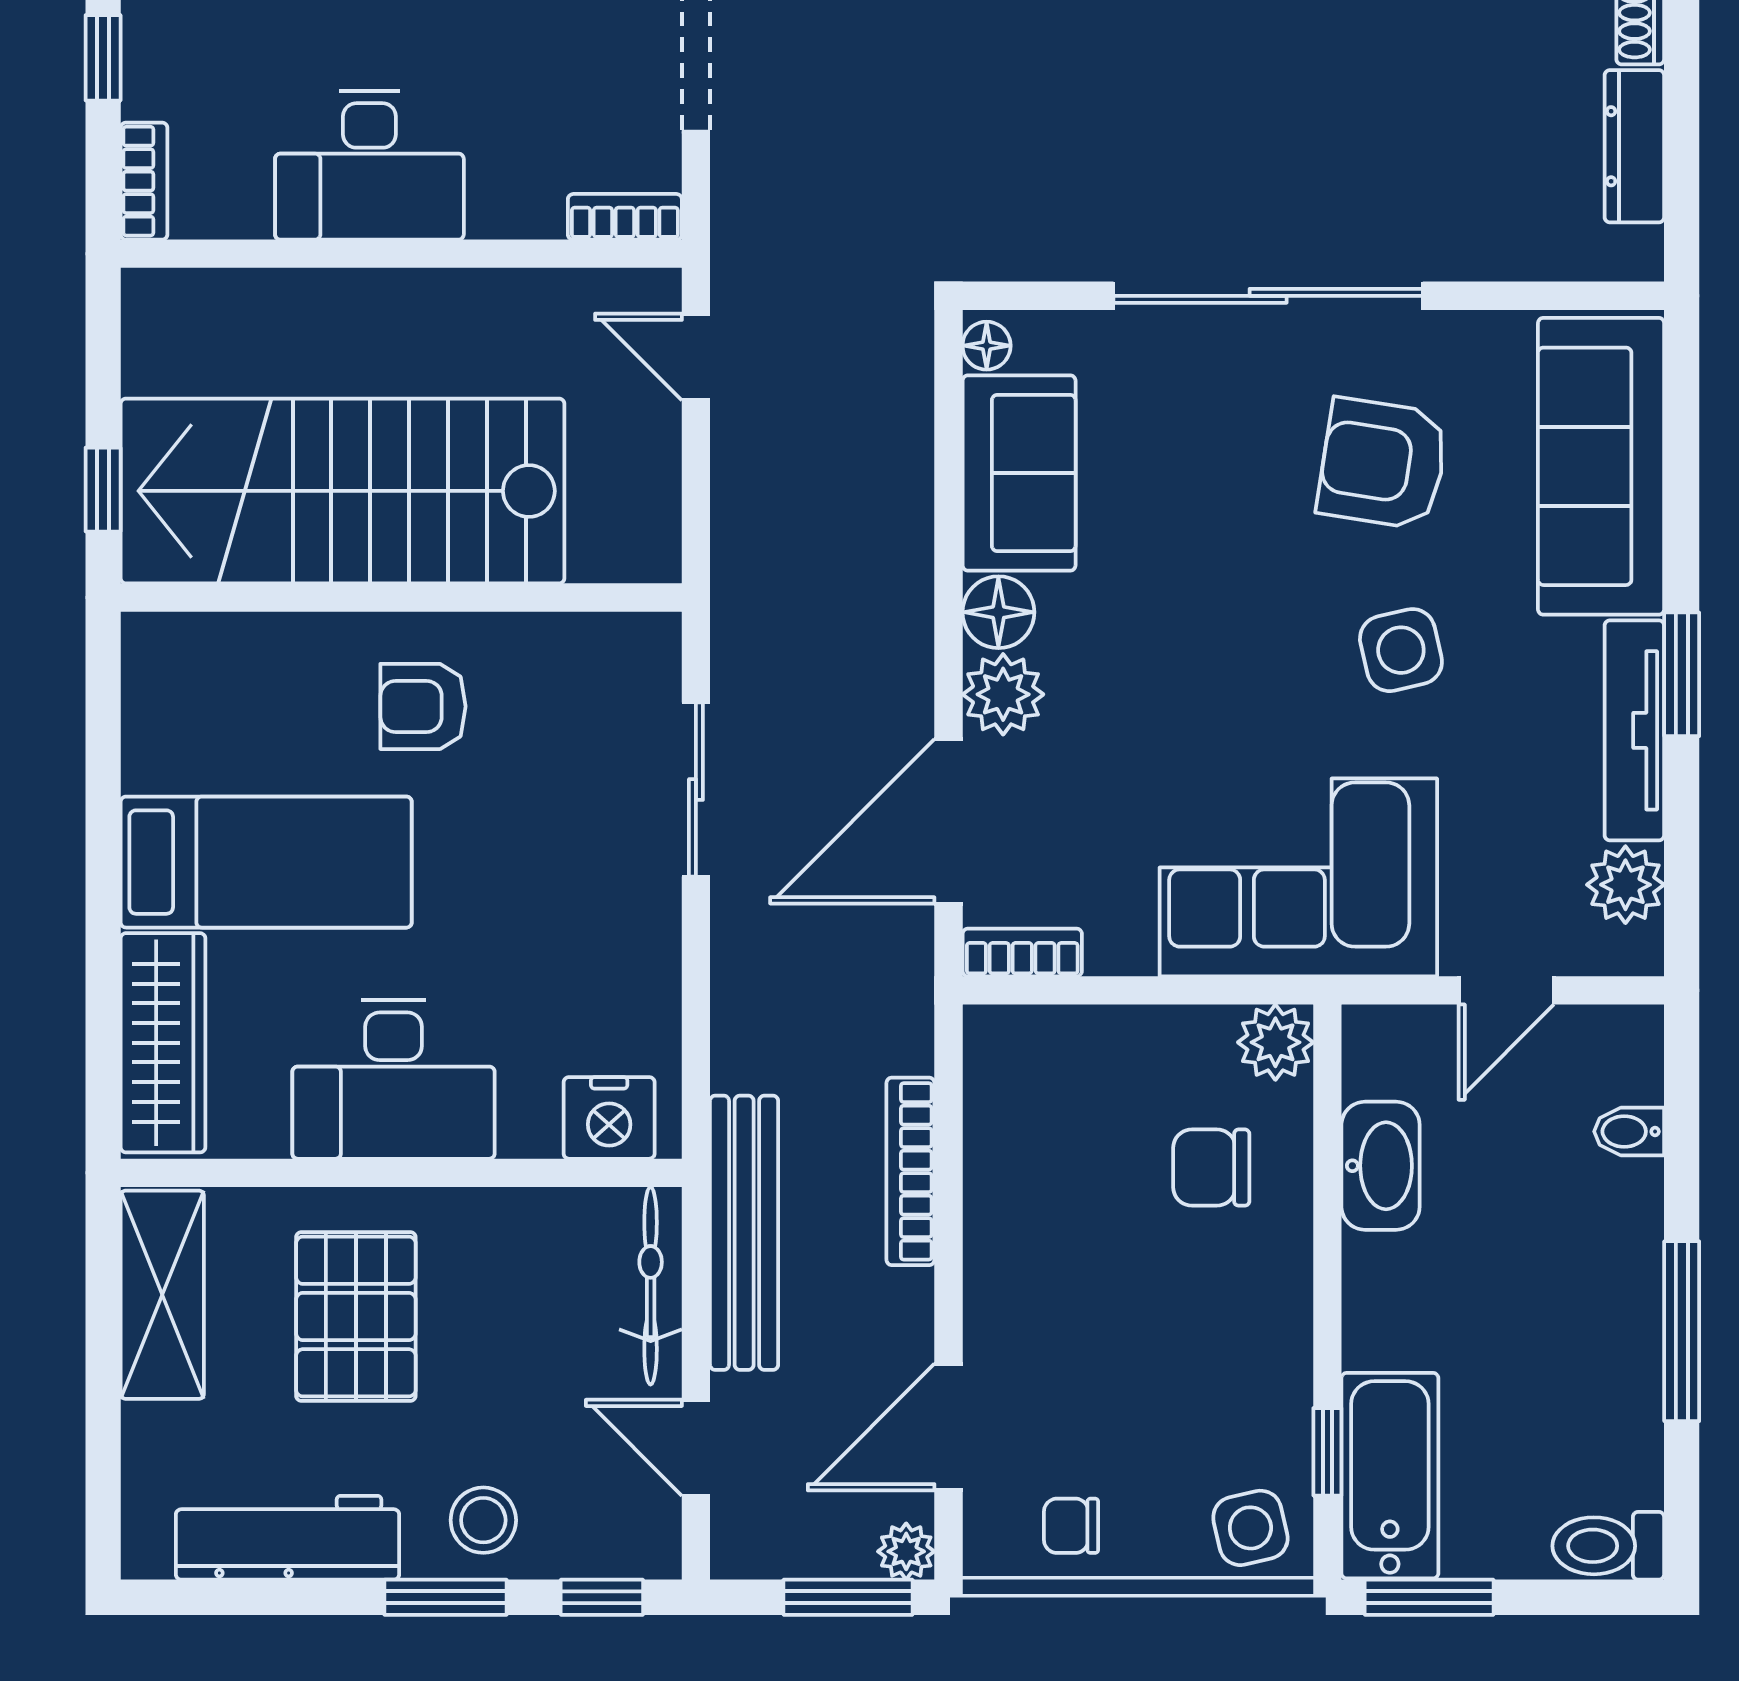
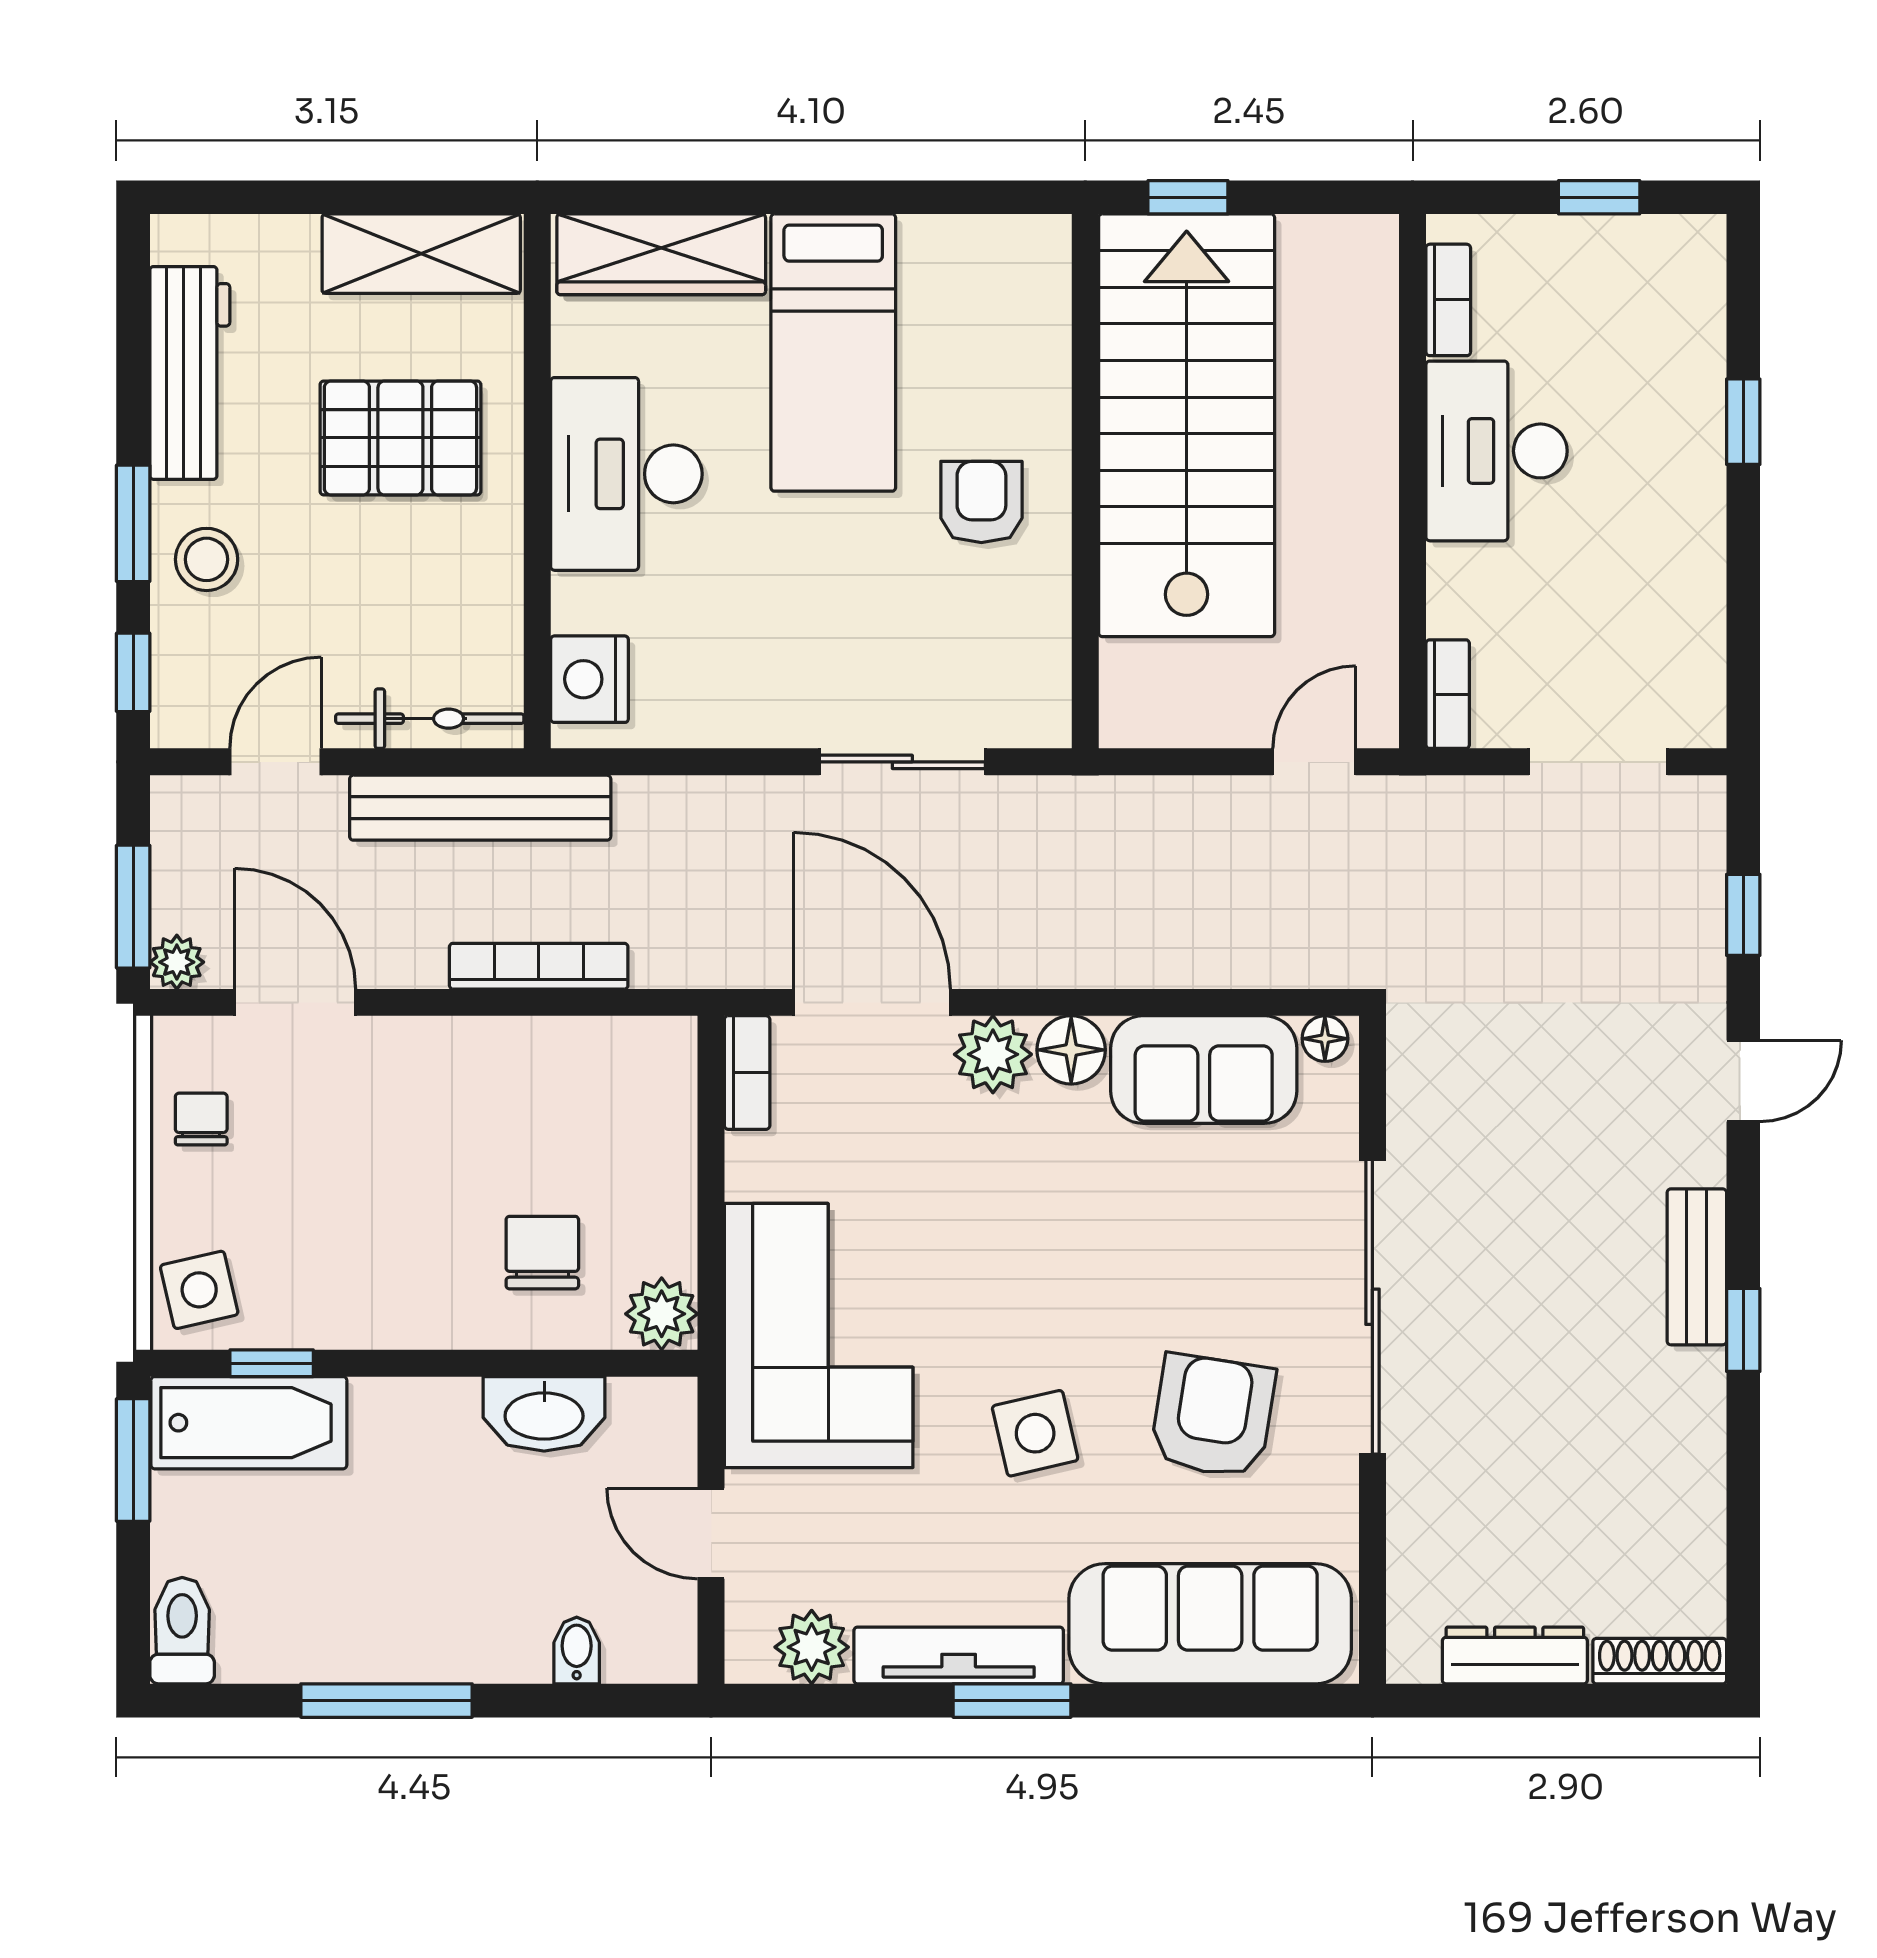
bookcase: (144, 181) -> (1448, 300), moved, turned -90

